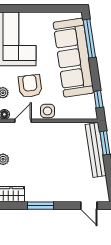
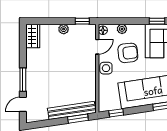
door: (23, 121) -> (97, 47), hinge flipped
window: (40, 206) -> (23, 80), moved

